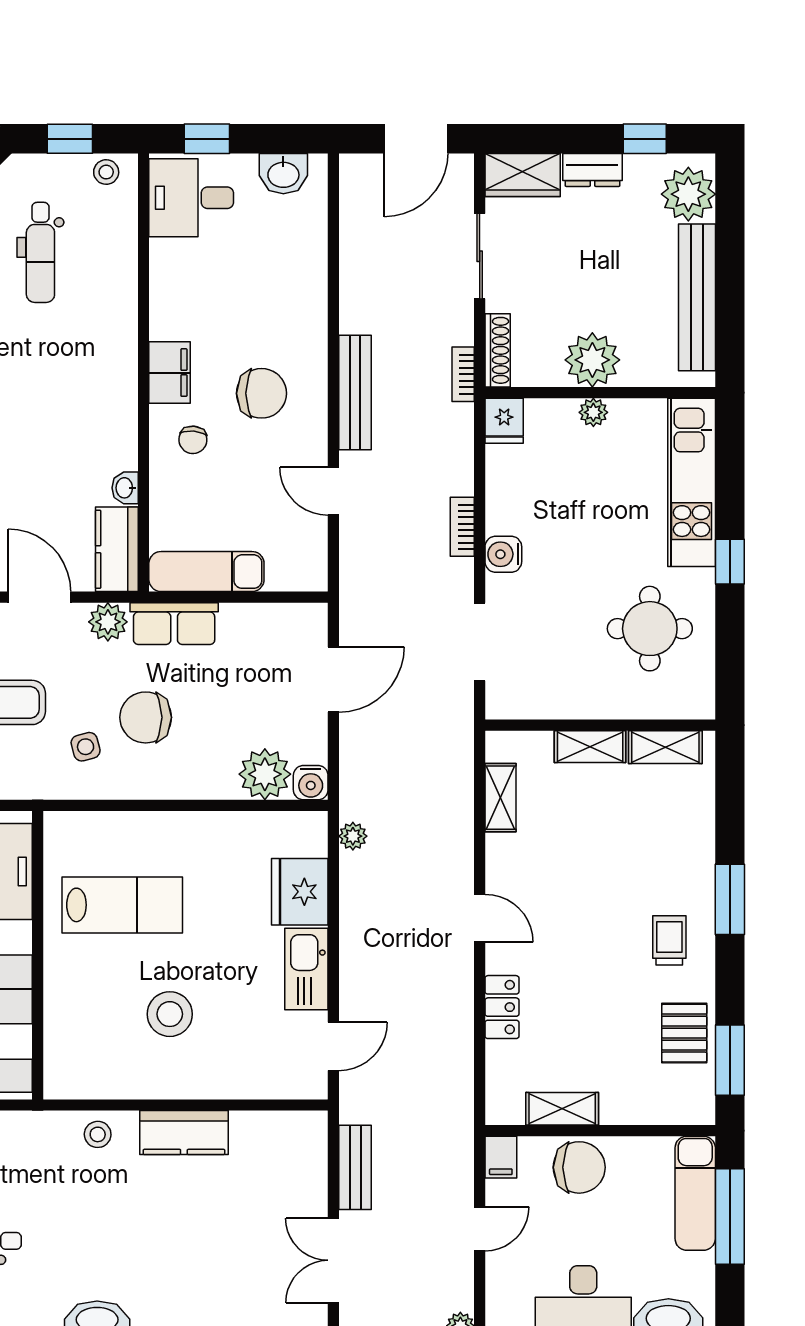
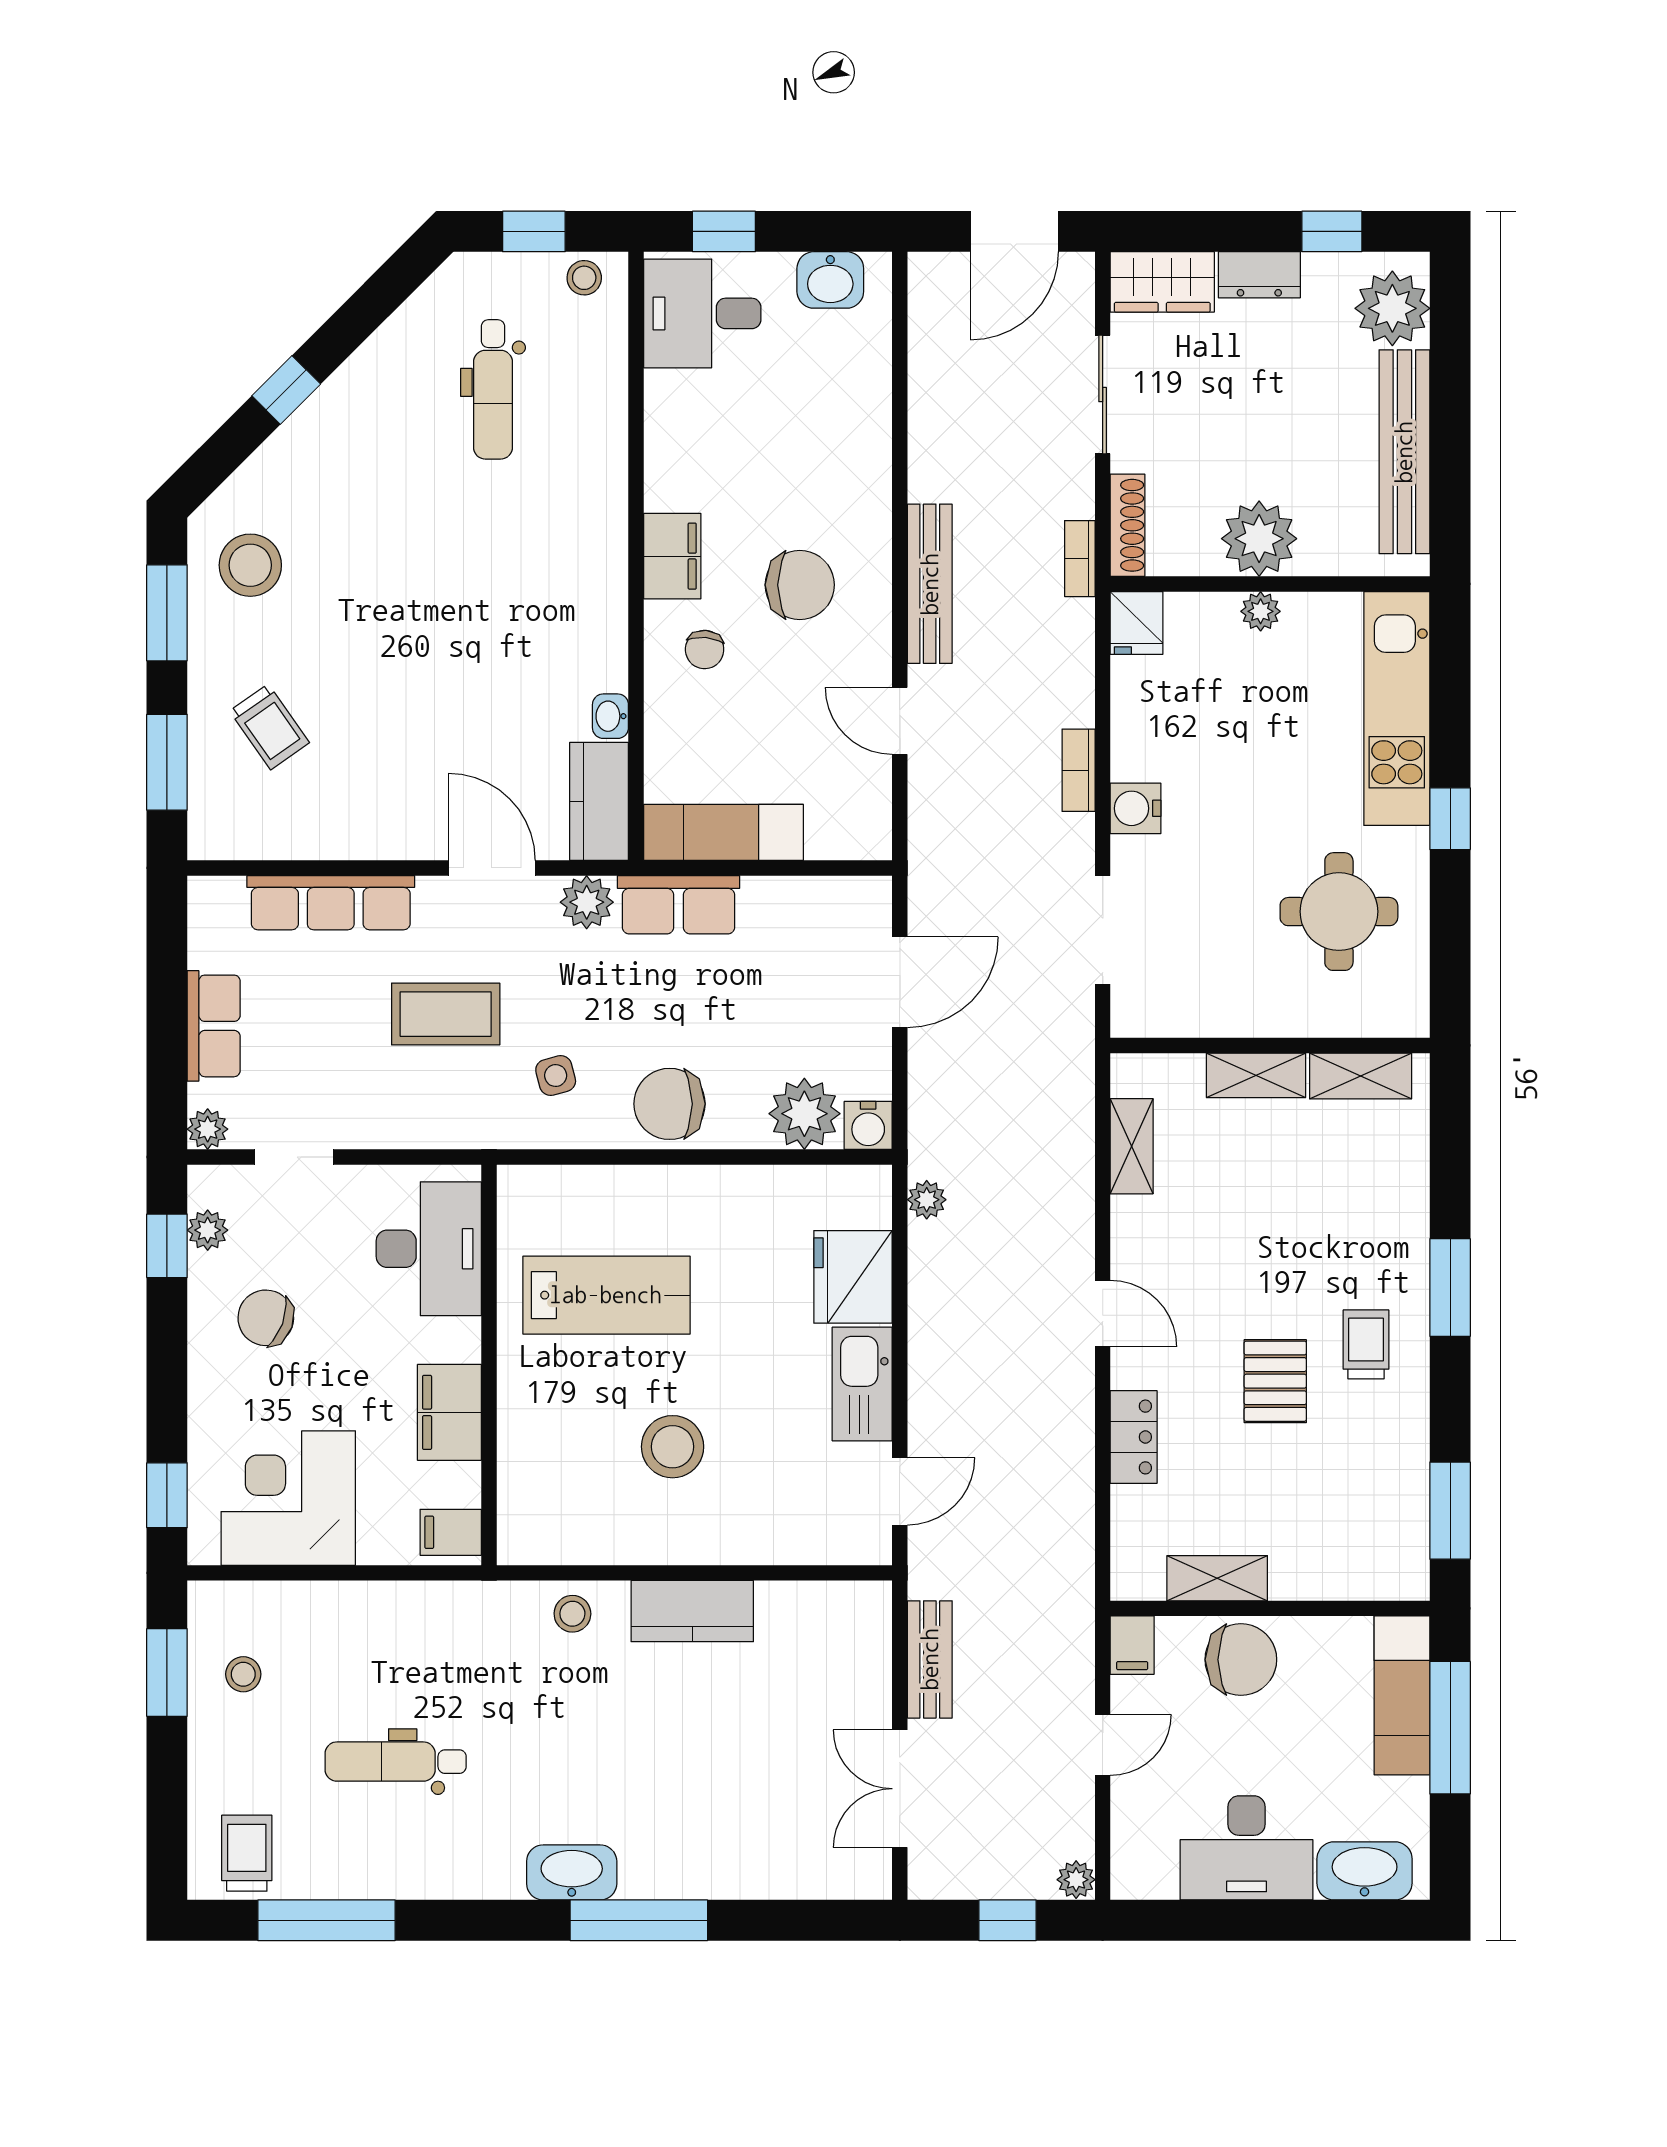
chair: (146, 717) -> (670, 1104), moved
pallet: (684, 1033) -> (1275, 1381), moved

